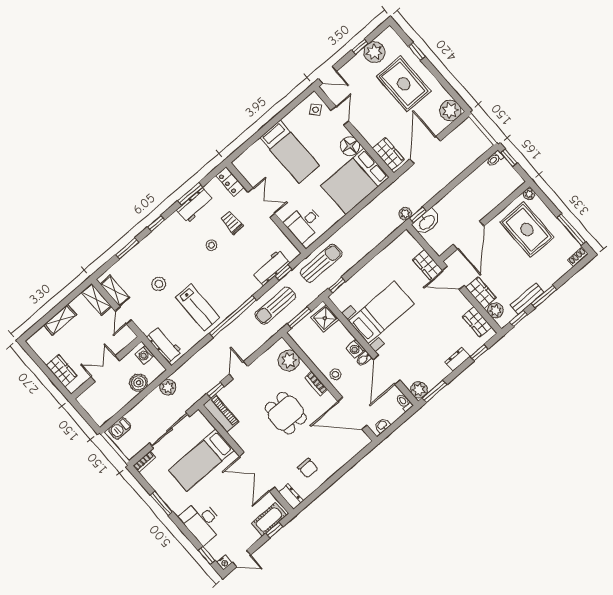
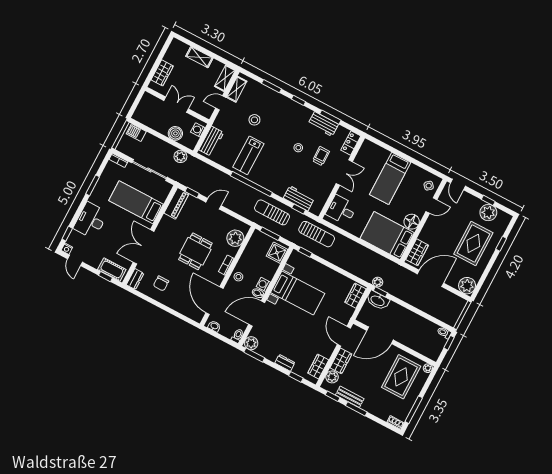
wardrobe: (427, 265) -> (355, 296), moved

